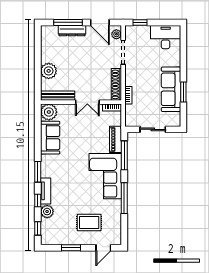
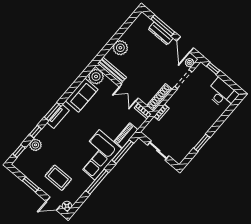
sofa: (171, 89) -> (195, 134), removed
tv unit: (46, 191) -> (58, 117), moved
floor lamp: (116, 240) -> (67, 206), added

